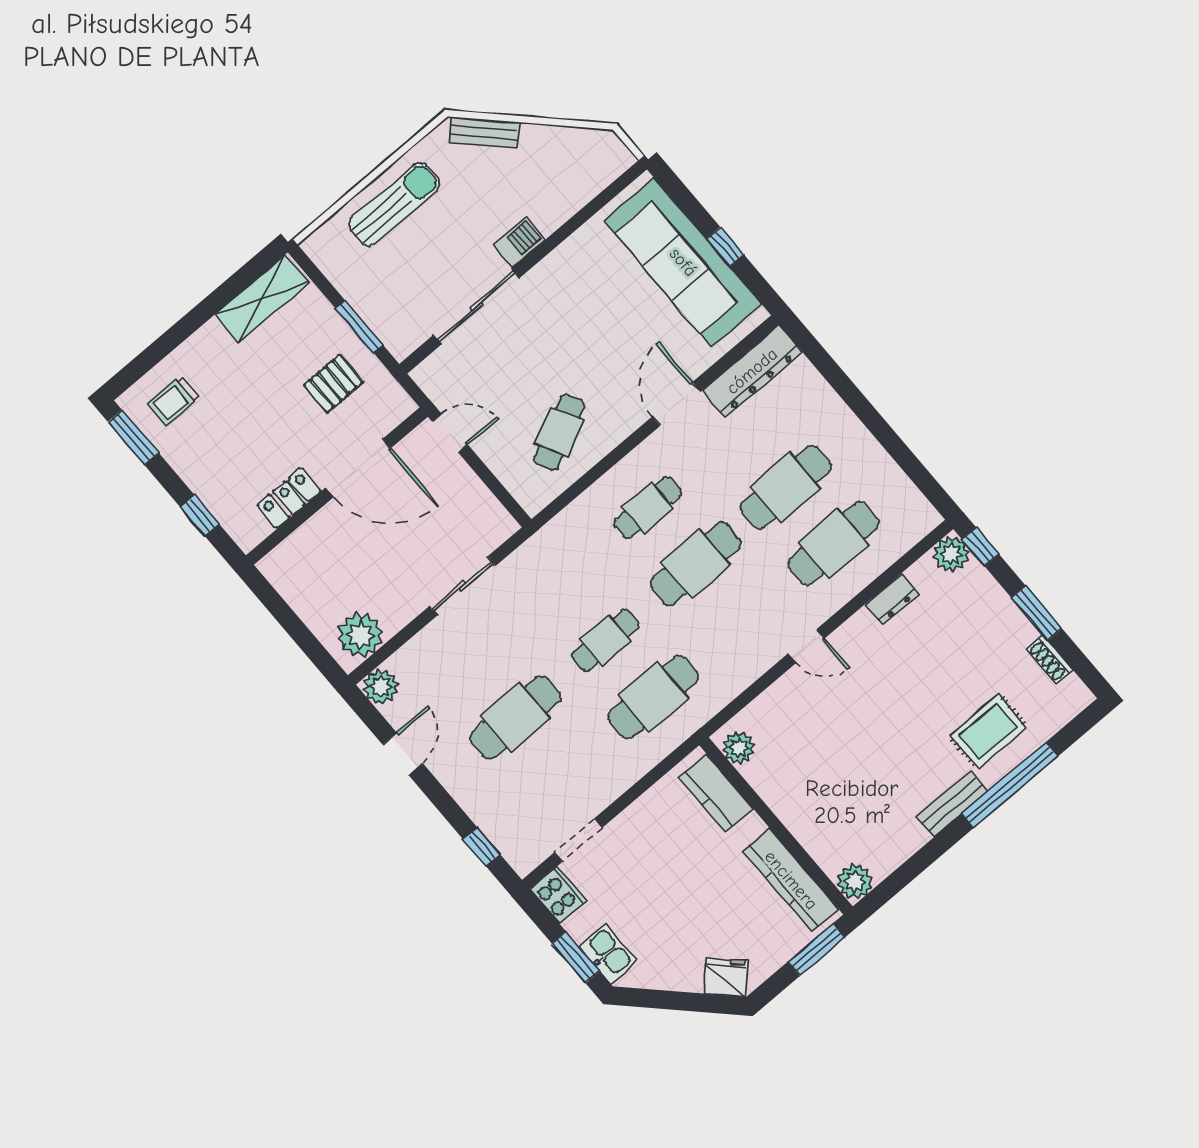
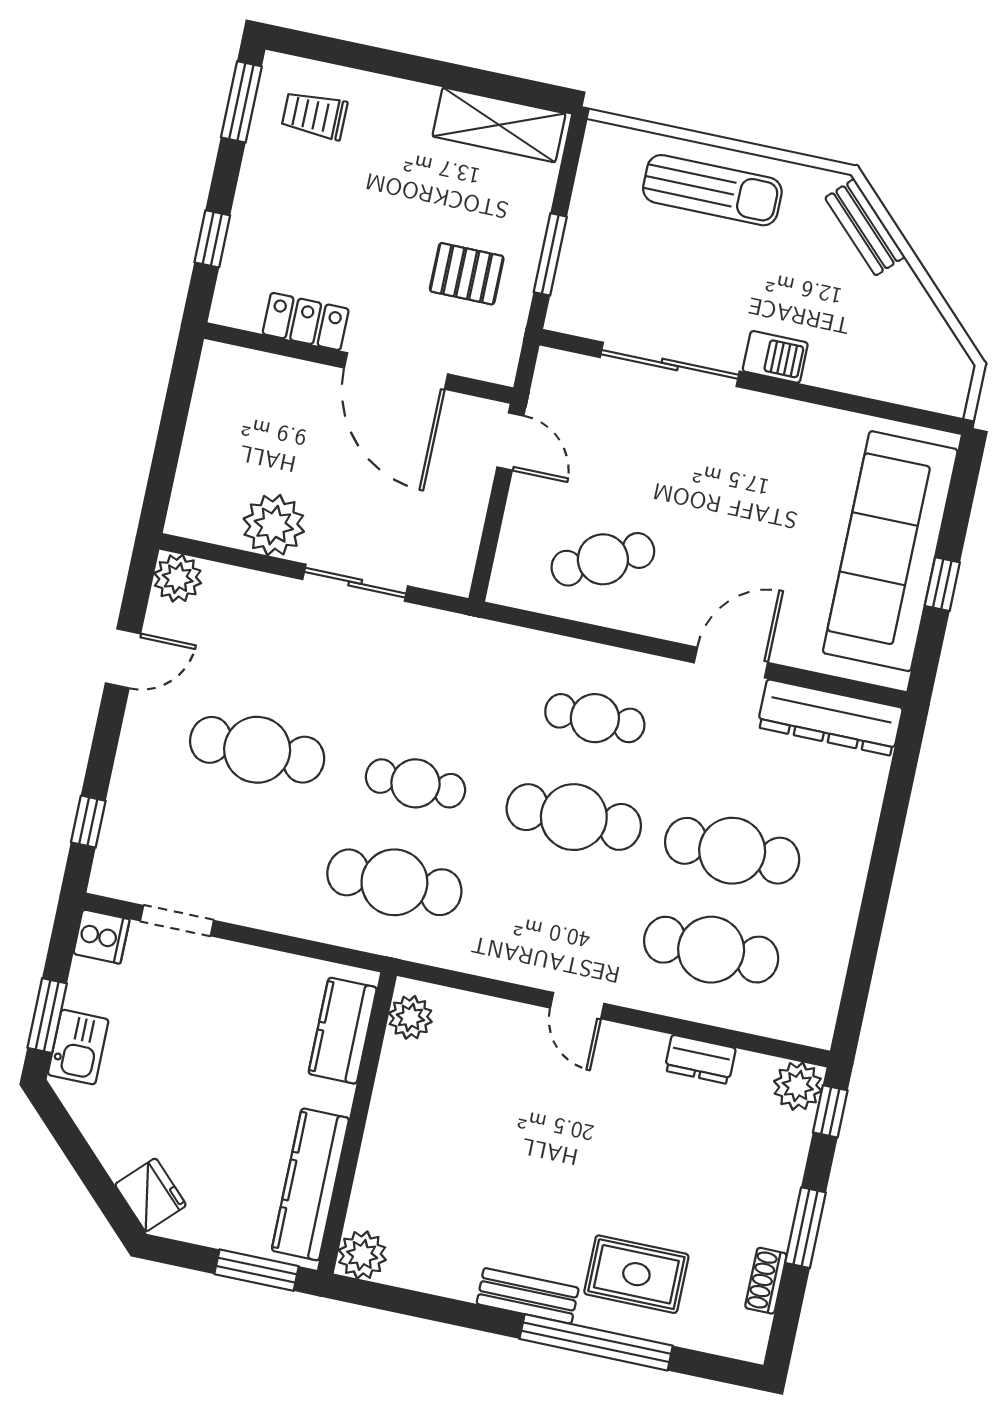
plant: (360, 635) -> (274, 525), moved
cooker: (558, 895) -> (101, 937), width x0.73

